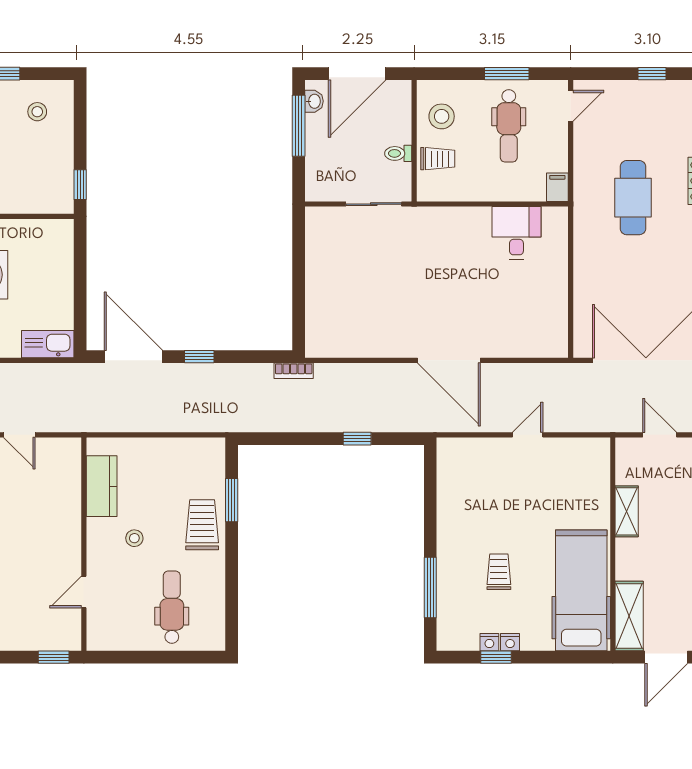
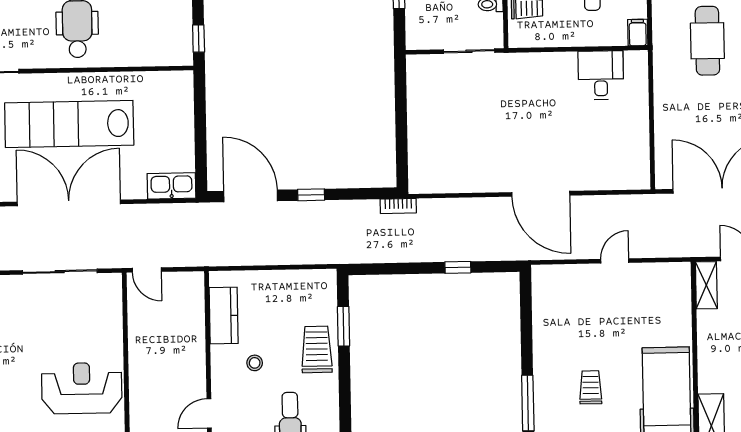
shelving: (627, 511) -> (706, 285), moved

